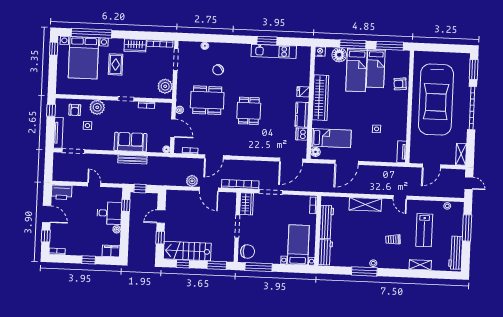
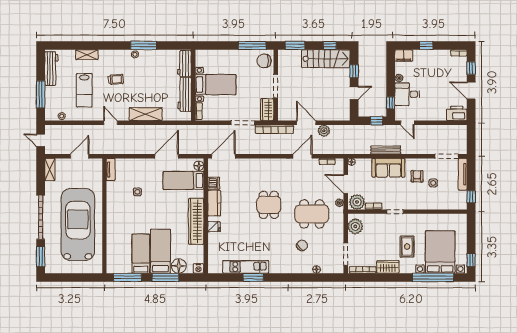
armchair: (400, 84) -> (115, 239), removed
plant: (97, 107) -> (357, 202), moved
armchair: (75, 110) -> (417, 176), moved
door: (94, 185) -> (408, 123), moved
lab bench: (424, 230) -> (84, 90), turned 180
bed with nightstands: (298, 245) -> (216, 85), moved, turned -90

